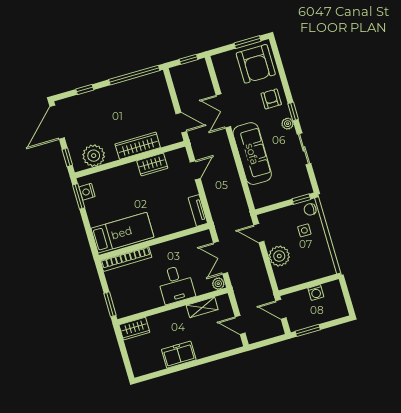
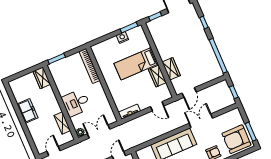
wardrobe: (138, 146) -> (171, 69), width x0.67
plant: (94, 156) -> (159, 34), removed
nightstand: (87, 192) -> (122, 37), moved
bed: (122, 233) -> (136, 64), moved, turned 90

